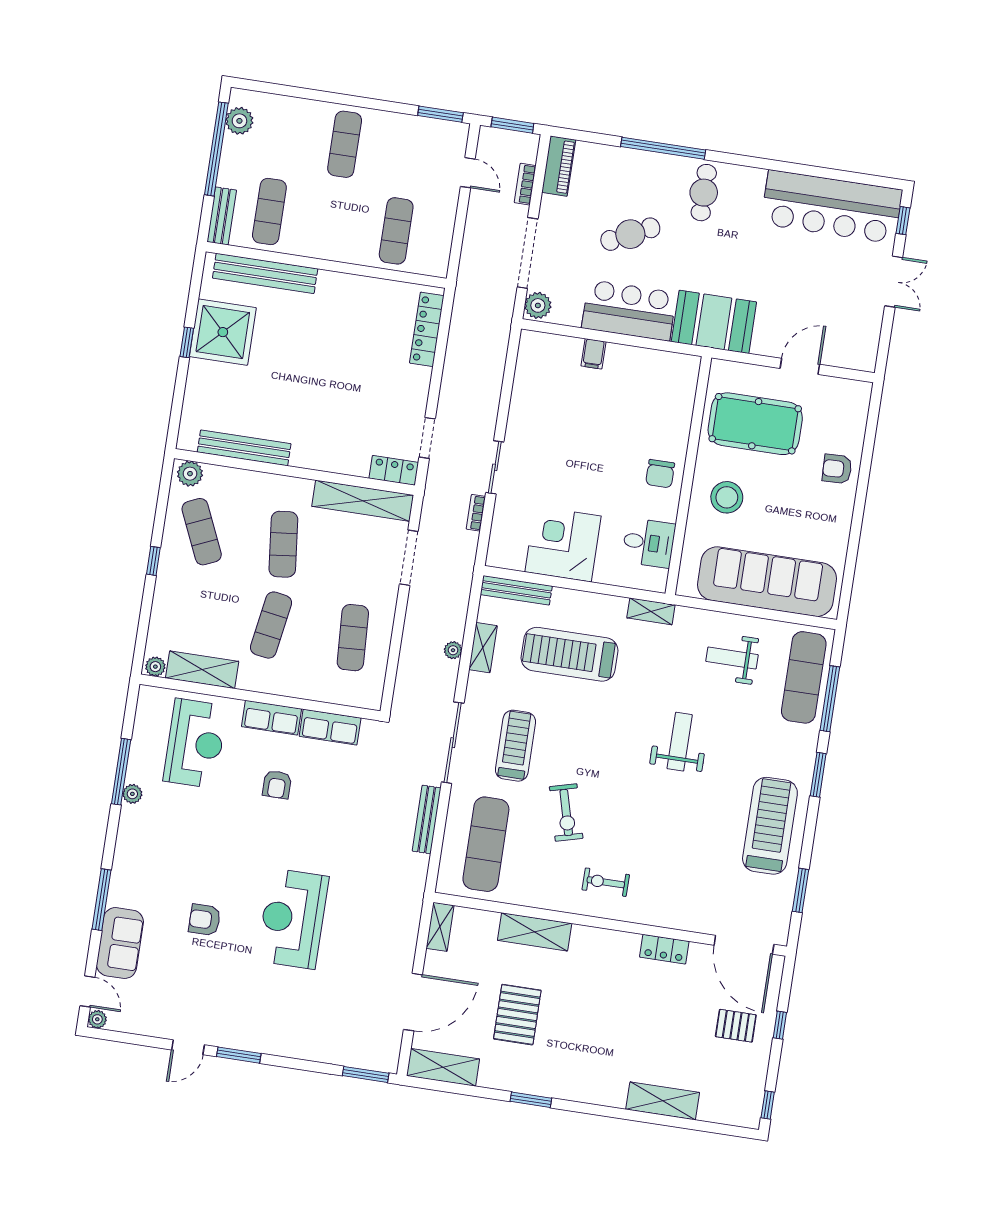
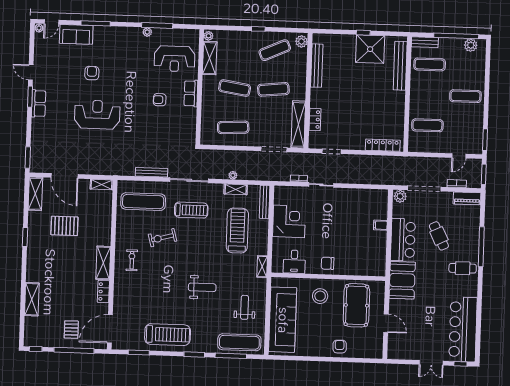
locker: (394, 470) -> (315, 119), moved
row of seats: (330, 727) -> (39, 104), moved, turned 180
shelving: (535, 932) -> (103, 263), moved
window: (780, 1025) -> (74, 350), width x3.17

